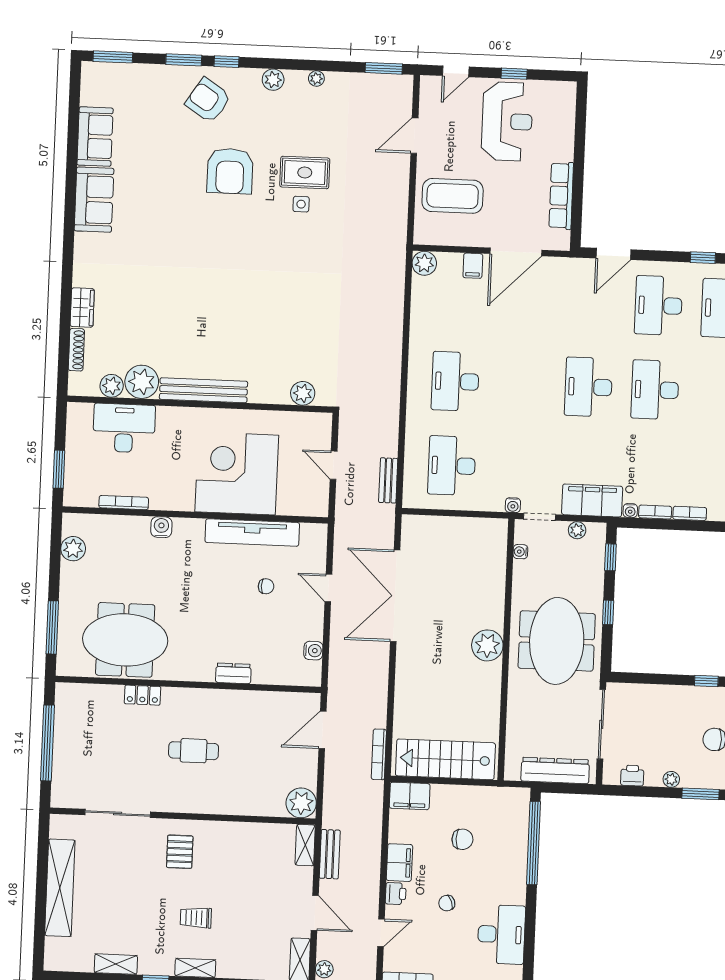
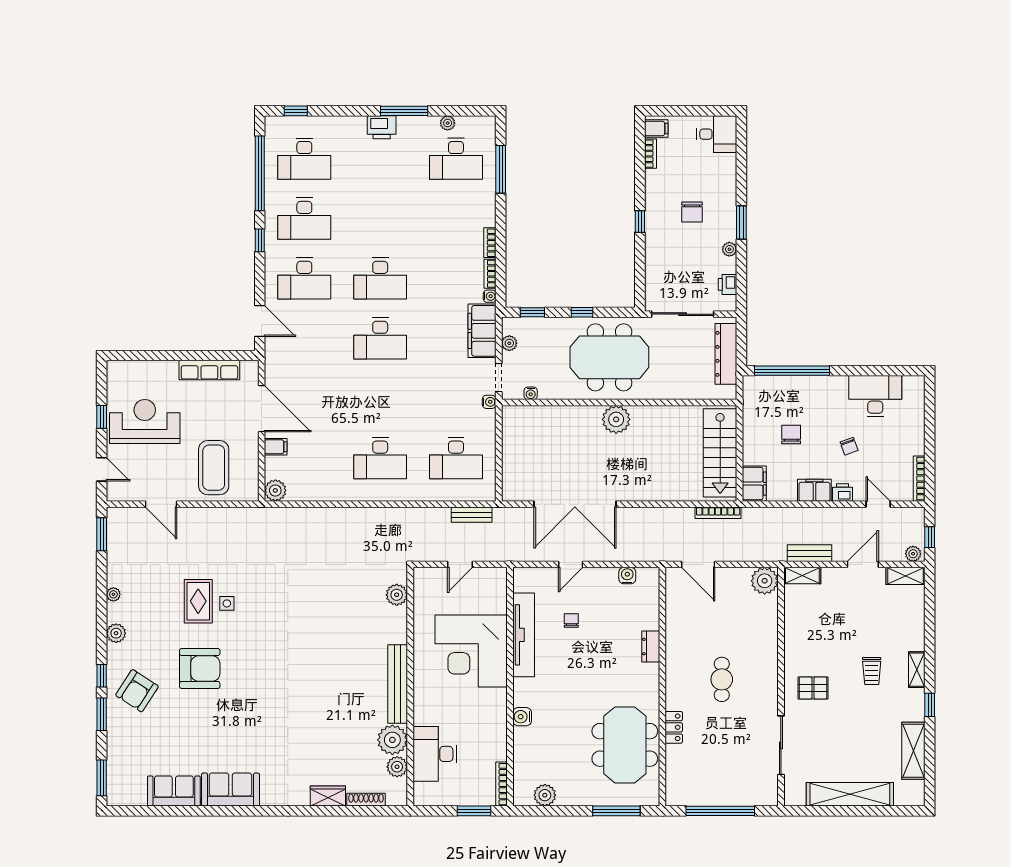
bookcase: (124, 503) -> (501, 784), moved
shelving: (116, 964) -> (913, 751), width x1.50, depth x1.33

